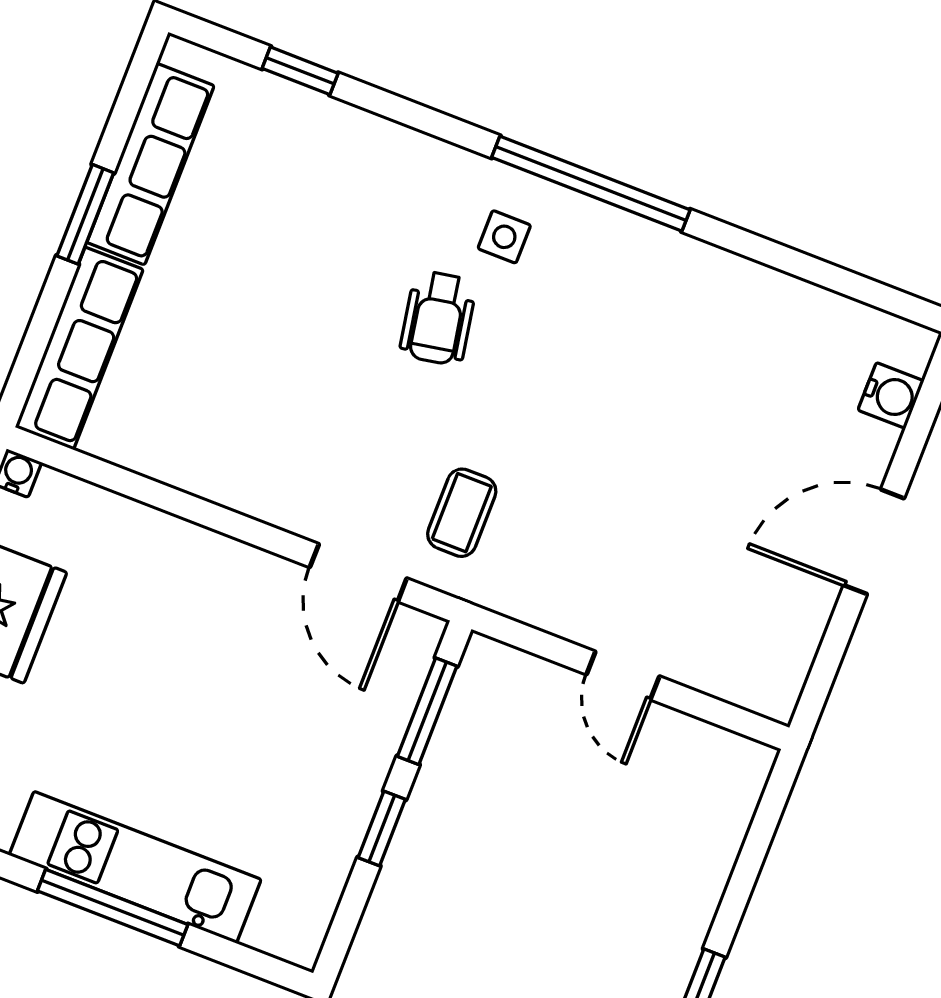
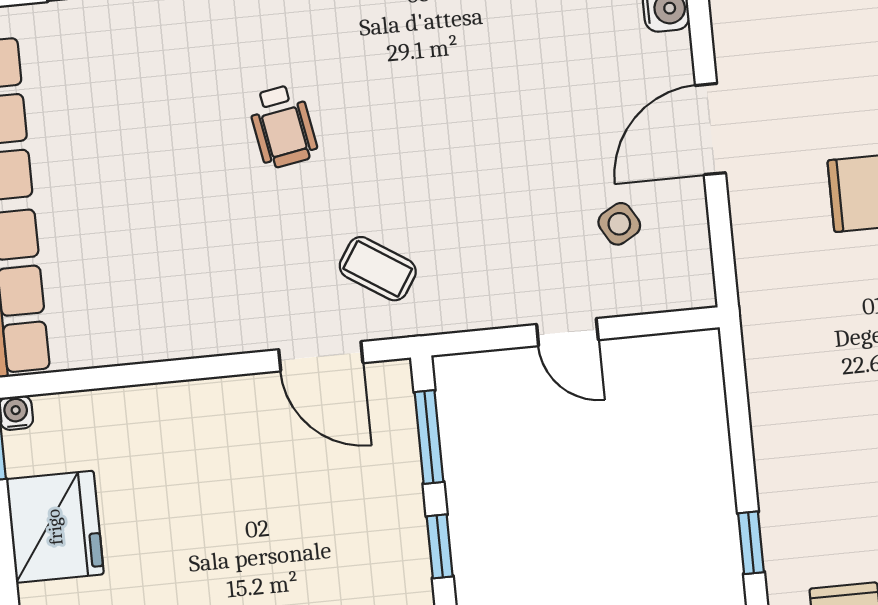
side table: (504, 237) -> (619, 224), moved, turned -30
coffee table: (462, 513) -> (378, 269), turned -57

